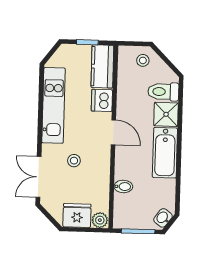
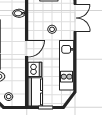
door: (113, 132) -> (27, 49), swing flipped

